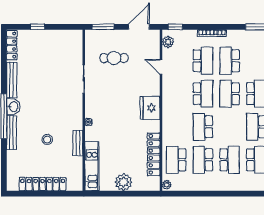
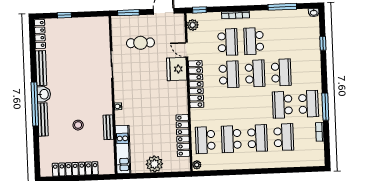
school desk: (230, 94) -> (255, 73), turned 180
locker: (169, 102) -> (196, 84), added
fridge: (150, 108) -> (177, 69), moved
school desk: (203, 127) -> (230, 107), removed

